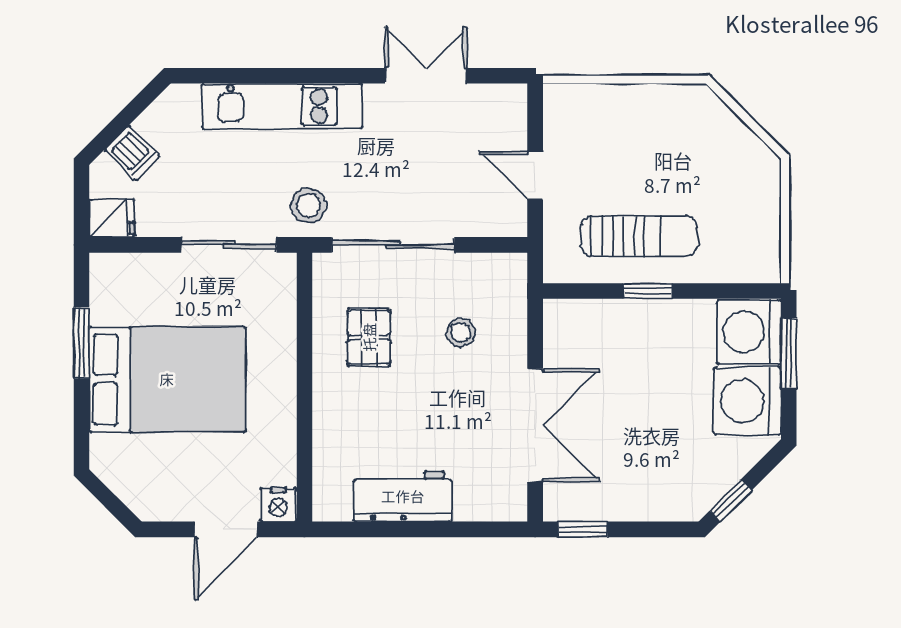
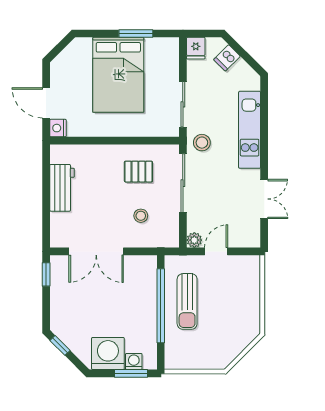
plant: (511, 221) -> (194, 240), added
window: (648, 291) -> (161, 306), width x3.17
washing machine: (749, 332) -> (134, 361), width x0.53, depth x0.53

